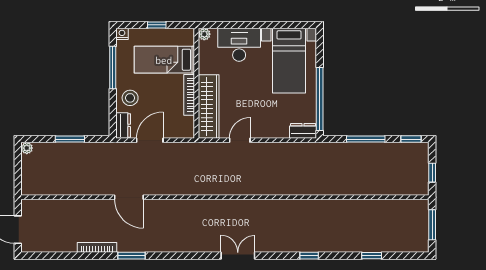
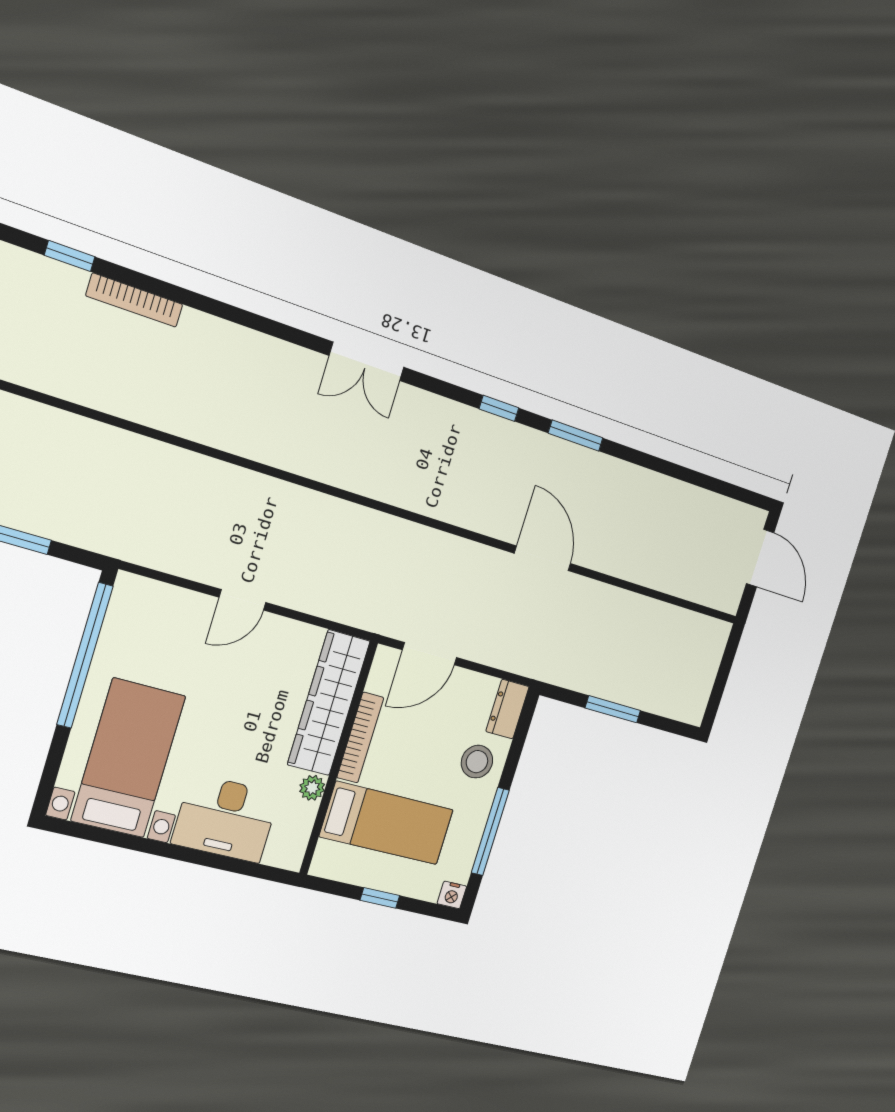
plant: (204, 34) -> (312, 788), moved
dresser: (303, 131) -> (143, 594), removed
door: (150, 140) -> (430, 654), moved
door: (240, 140) -> (243, 600), moved
plant: (27, 148) -> (694, 713), removed
bookcase: (97, 247) -> (134, 300), moved
window: (309, 256) -> (499, 408), moved

